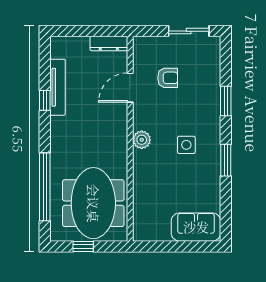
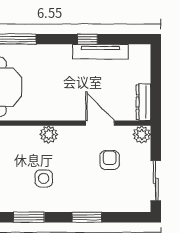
plant: (142, 45) -> (142, 135), added
armchair: (168, 78) -> (110, 160), turned 180

